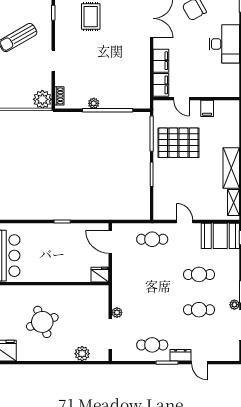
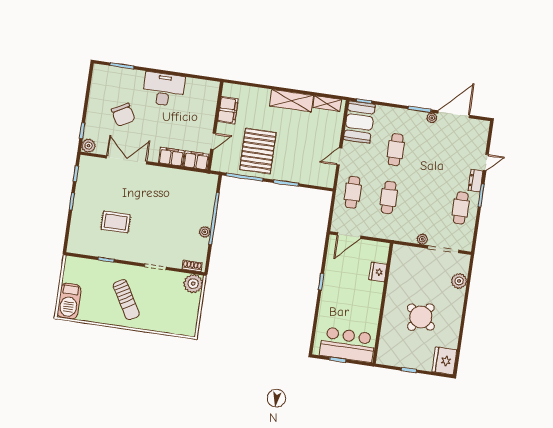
filing cabinet: (207, 108) -> (228, 110), width x2.00
fridge: (100, 275) -> (378, 272), moved
cafe table: (199, 310) -> (389, 198), moved
round table: (42, 322) -> (421, 317), turned -33

